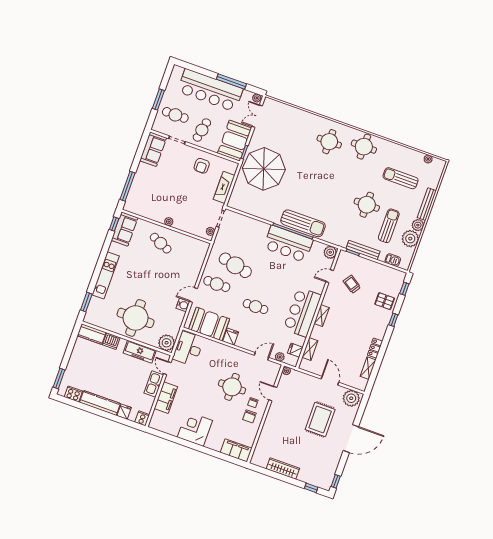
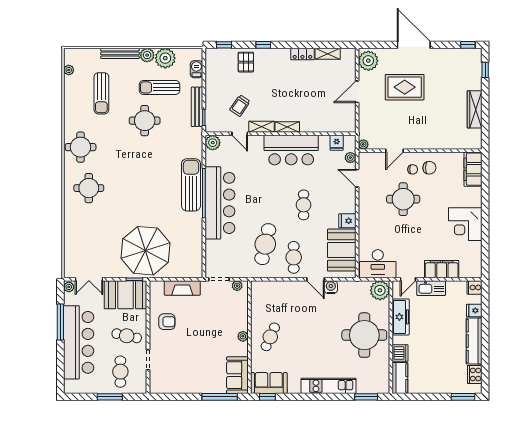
sofa: (153, 149) -> (237, 375), moved, turned -90
bar counter: (288, 244) -> (220, 203), width x1.36
shelving: (310, 349) -> (261, 127), moved

